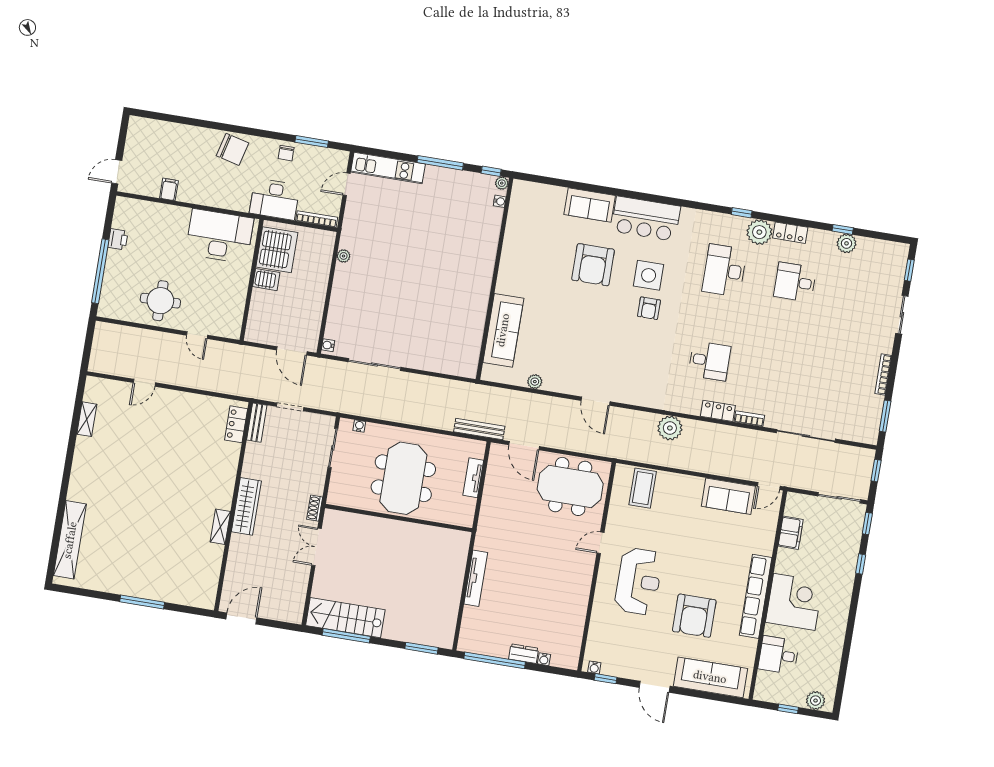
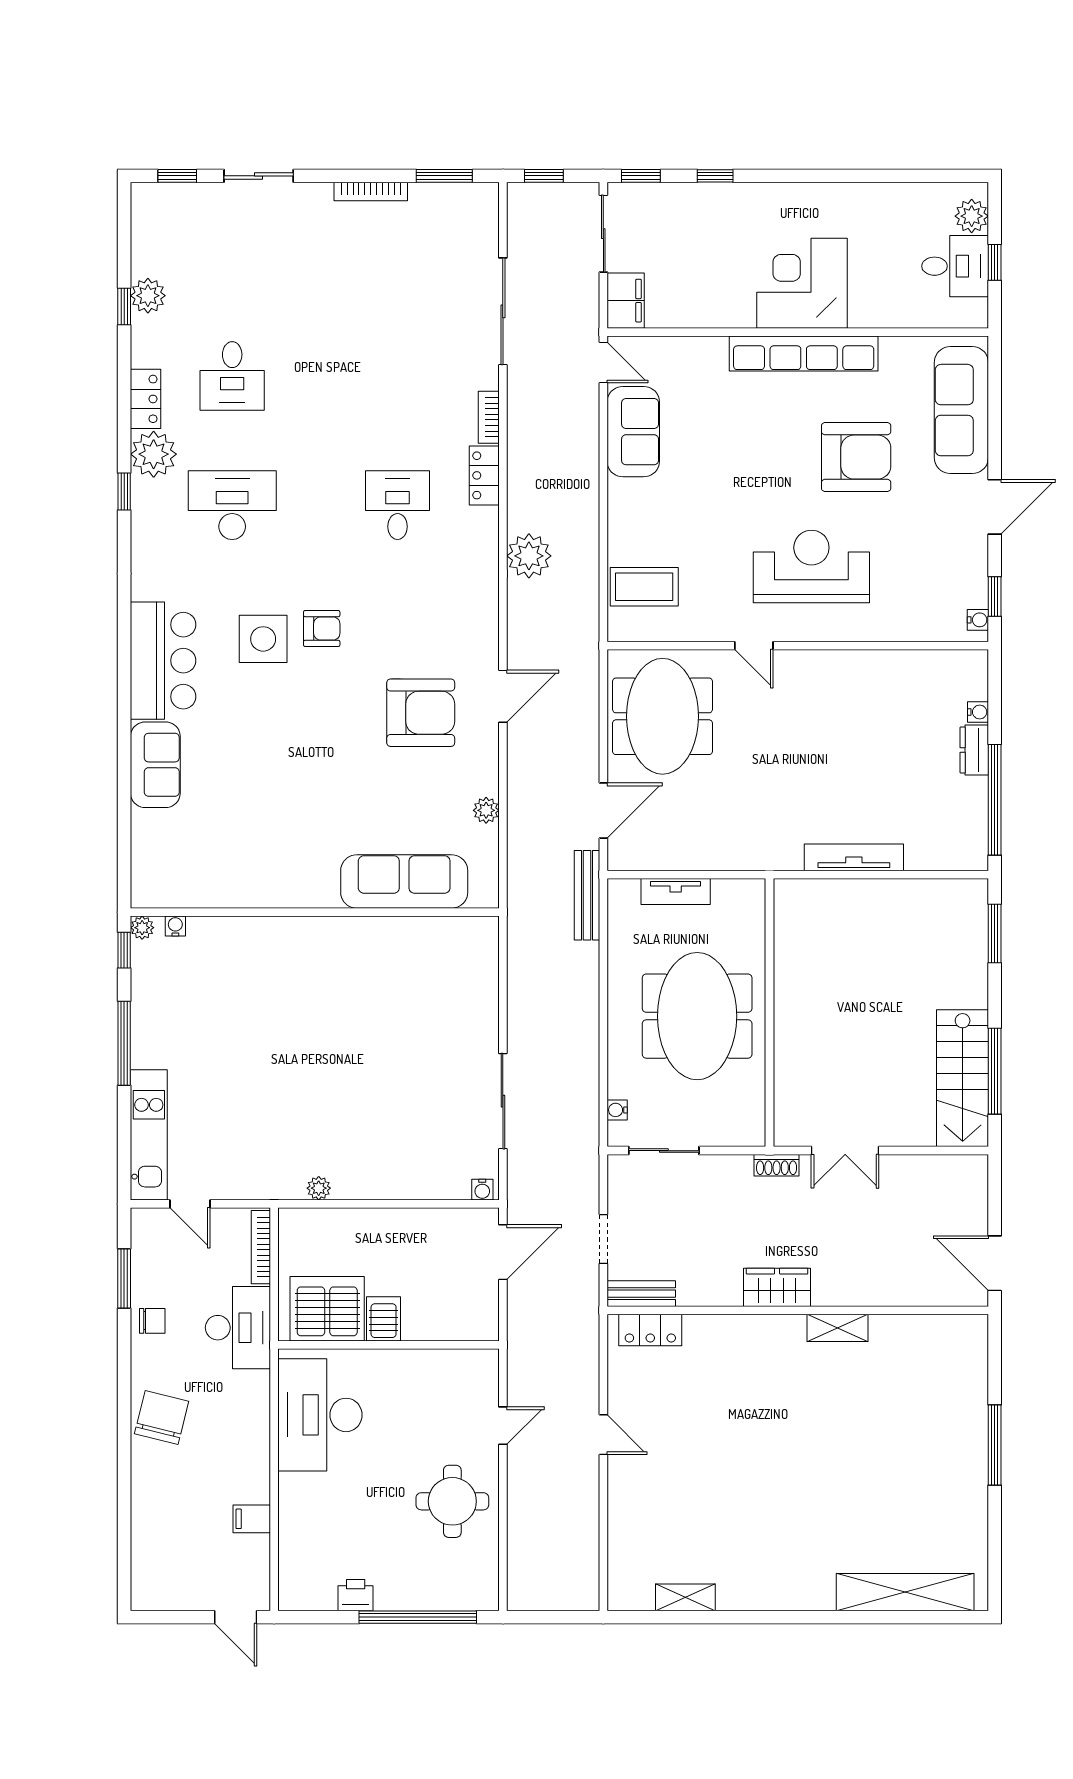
armchair: (593, 265) -> (421, 713), moved
desk: (724, 270) -> (232, 505), turned 180
door: (144, 383) -> (603, 1435), moved
meeting table: (403, 478) -> (697, 1016), turned 90
wardrobe: (246, 506) -> (777, 1287), width x0.67
filing cabinet: (791, 533) -> (626, 301), moved, turned 90
desk: (779, 655) -> (955, 266), moved, turned -90

